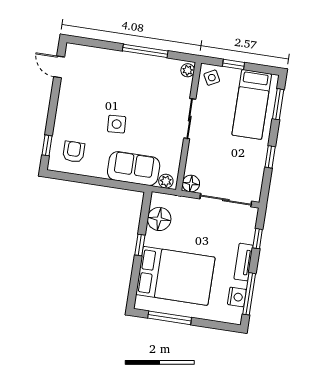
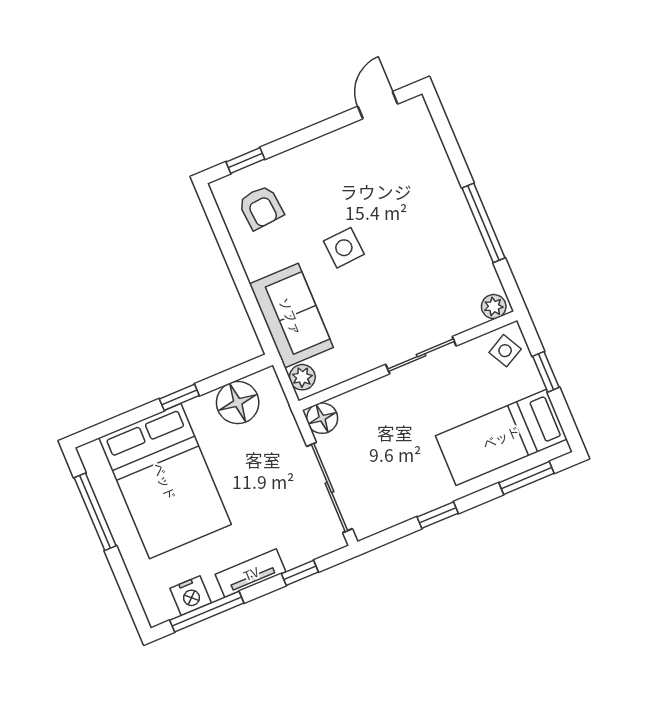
armchair: (74, 152) -> (261, 207), turned 85

